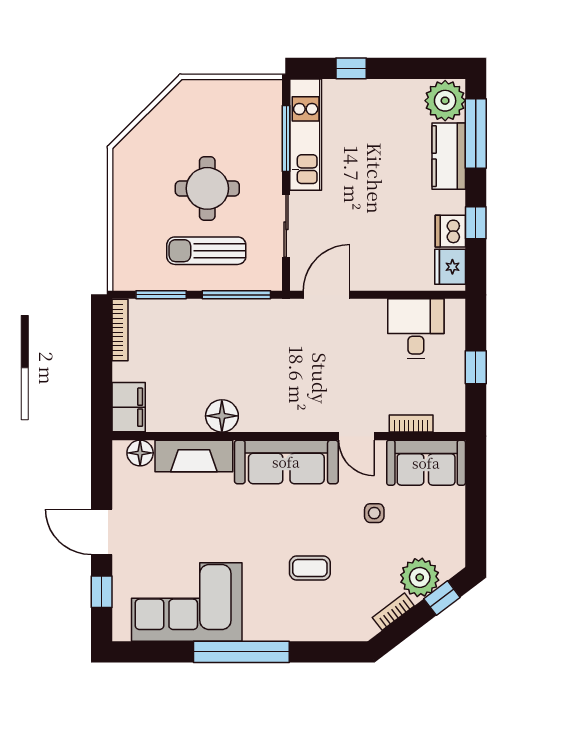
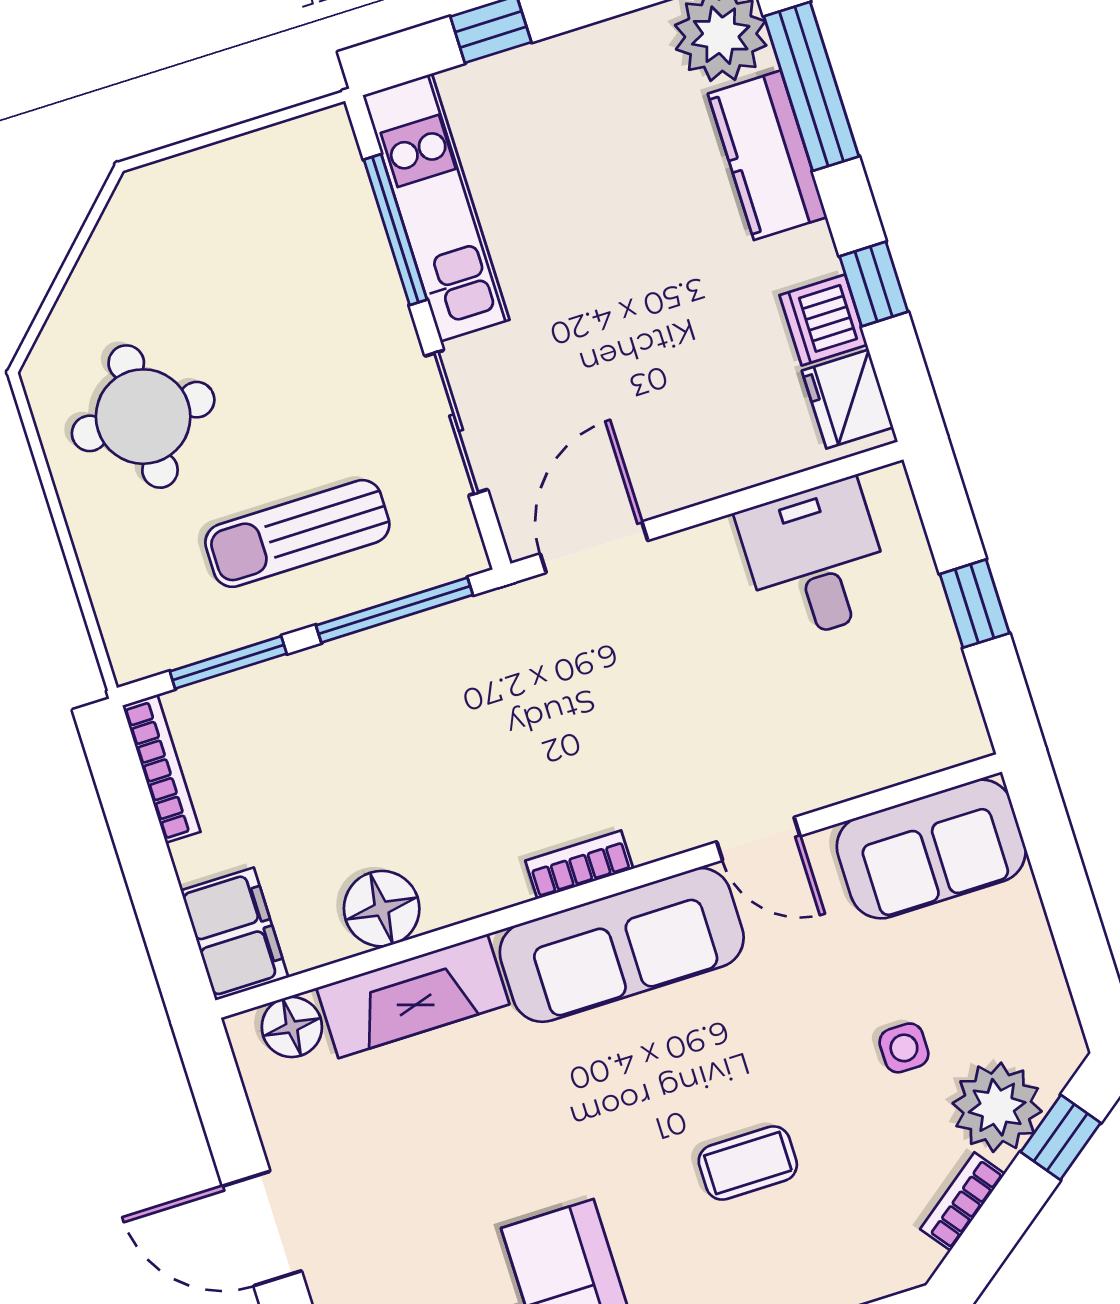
round table: (207, 188) -> (143, 417), moved
floor lamp: (222, 416) -> (382, 909), moved
bookcase: (411, 423) -> (579, 865), moved
side table: (374, 513) -> (904, 1048), moved

